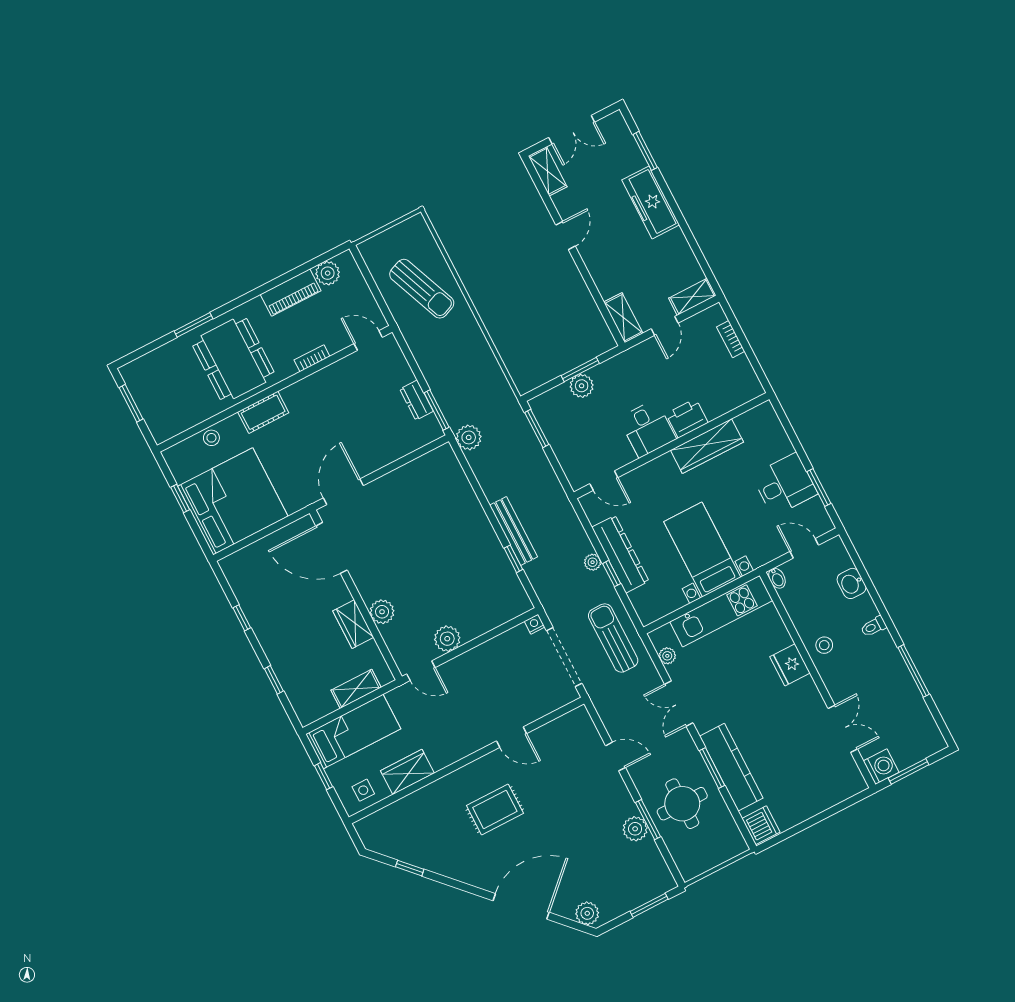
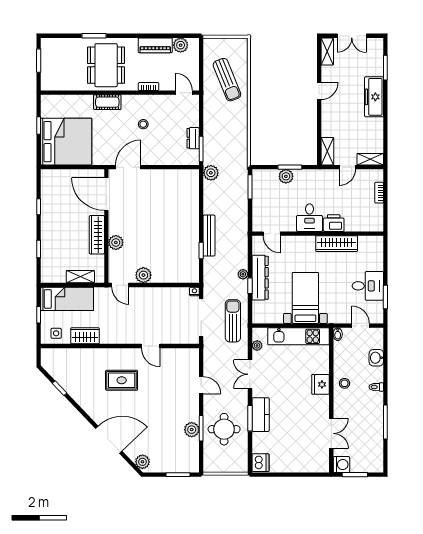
stool: (211, 438) -> (143, 124), moved
wardrobe: (353, 624) -> (97, 235), width x1.50
kitchen counter: (731, 767) -> (261, 415), width x0.67

